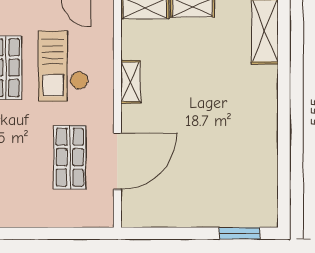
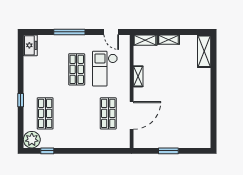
window: (239, 233) -> (168, 151), moved

